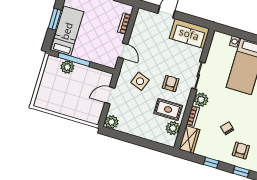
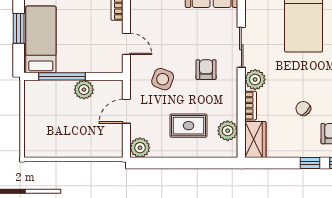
plant: (67, 67) -> (84, 90), moved
rug: (168, 109) -> (188, 126), moved
window: (211, 163) -> (310, 163), moved

